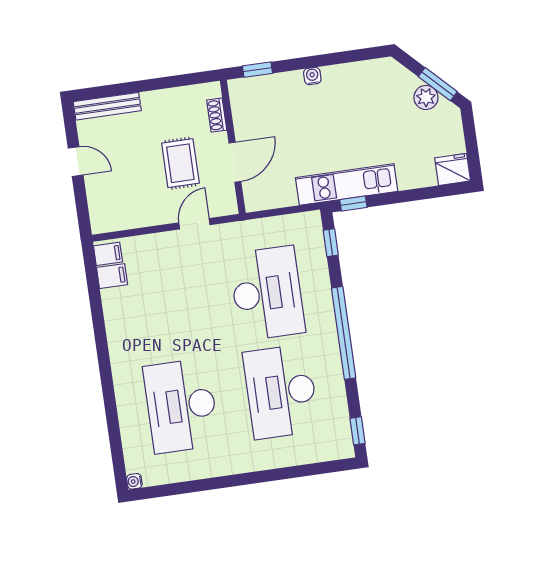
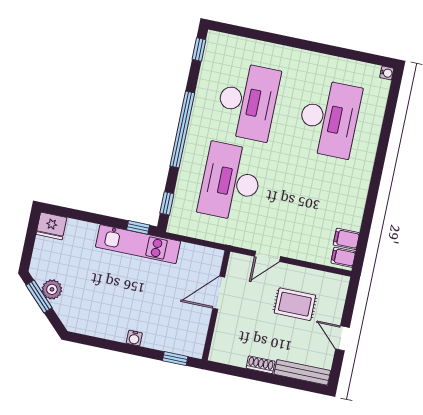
shoe rack: (217, 115) -> (261, 365), moved, turned -90
rug: (180, 163) -> (295, 304), moved, turned 90

